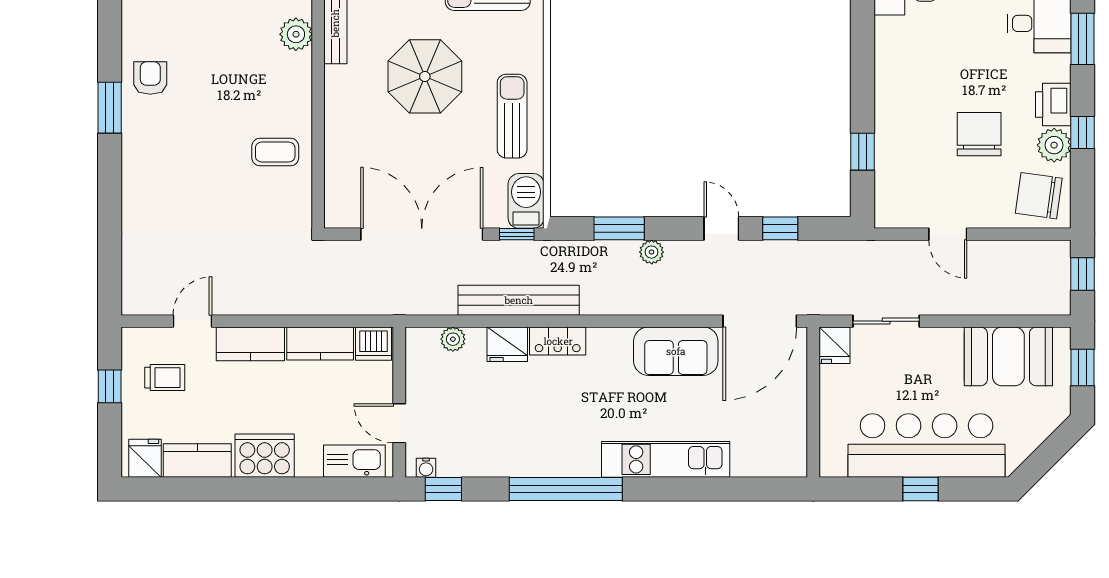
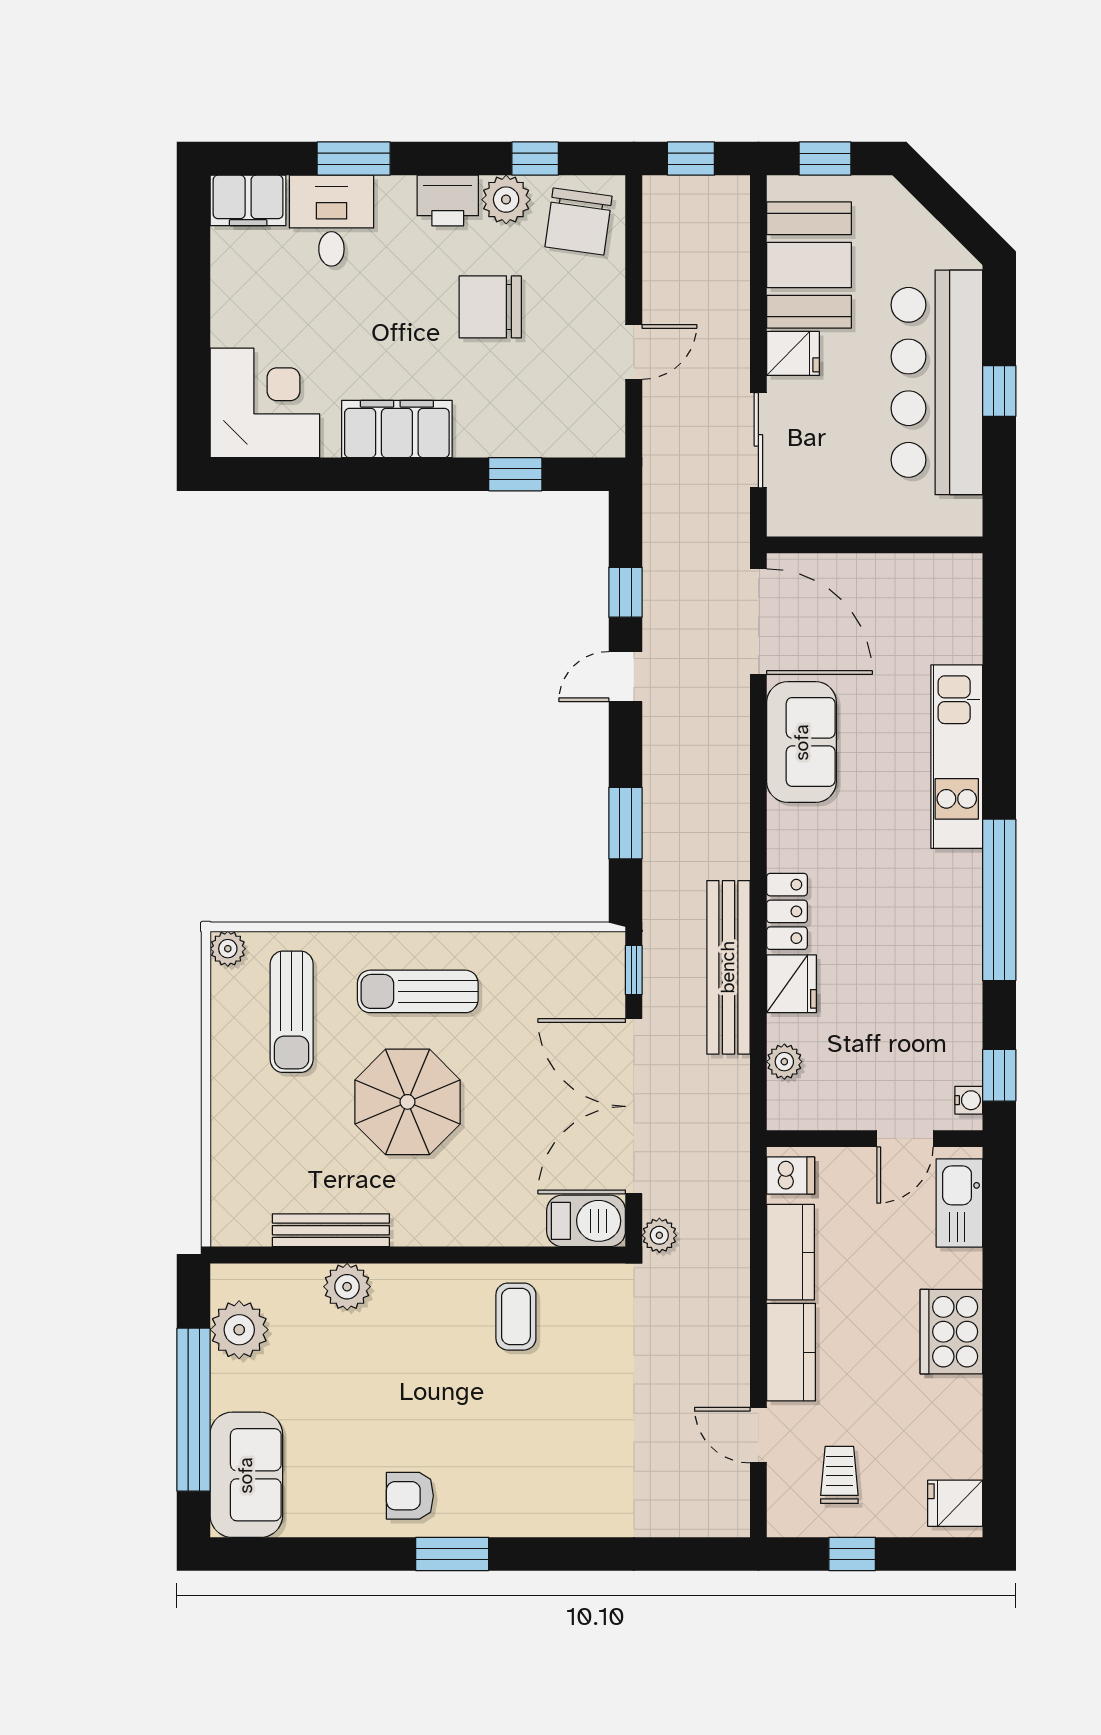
filing cabinet: (894, 69) -> (397, 429), added
sun lounger: (512, 116) -> (418, 991), moved
window: (1083, 132) -> (535, 159), moved
barbecue: (526, 201) -> (586, 1221), moved, turned 180
plant: (652, 252) -> (659, 1235), moved
dishwasher: (374, 344) -> (791, 1176), width x0.73
fridge: (834, 345) -> (793, 353), moved
kitchen counter: (197, 460) -> (958, 1428), removed

